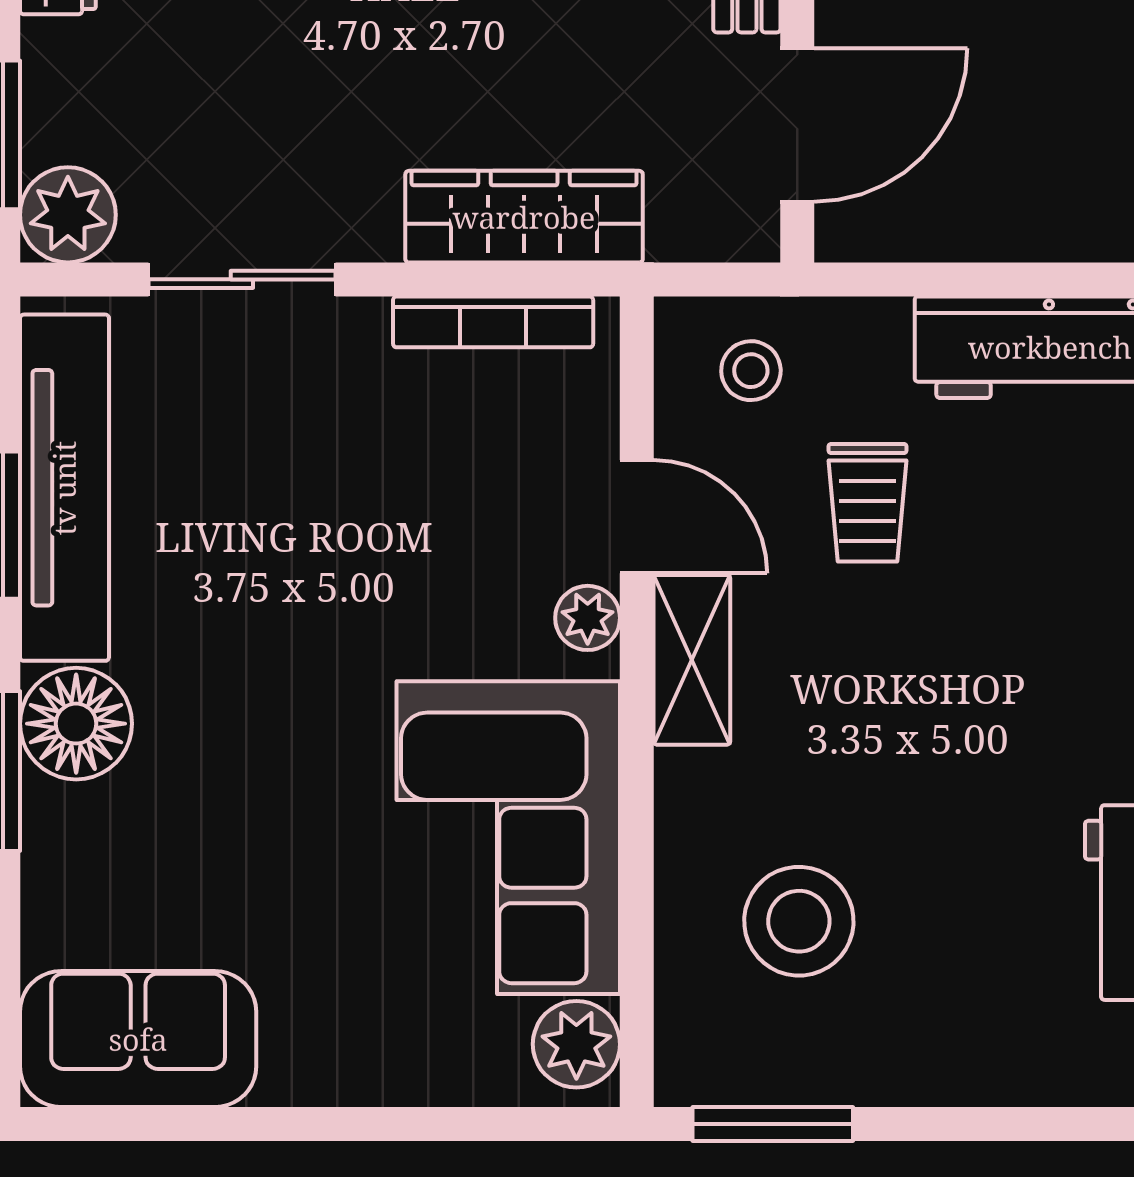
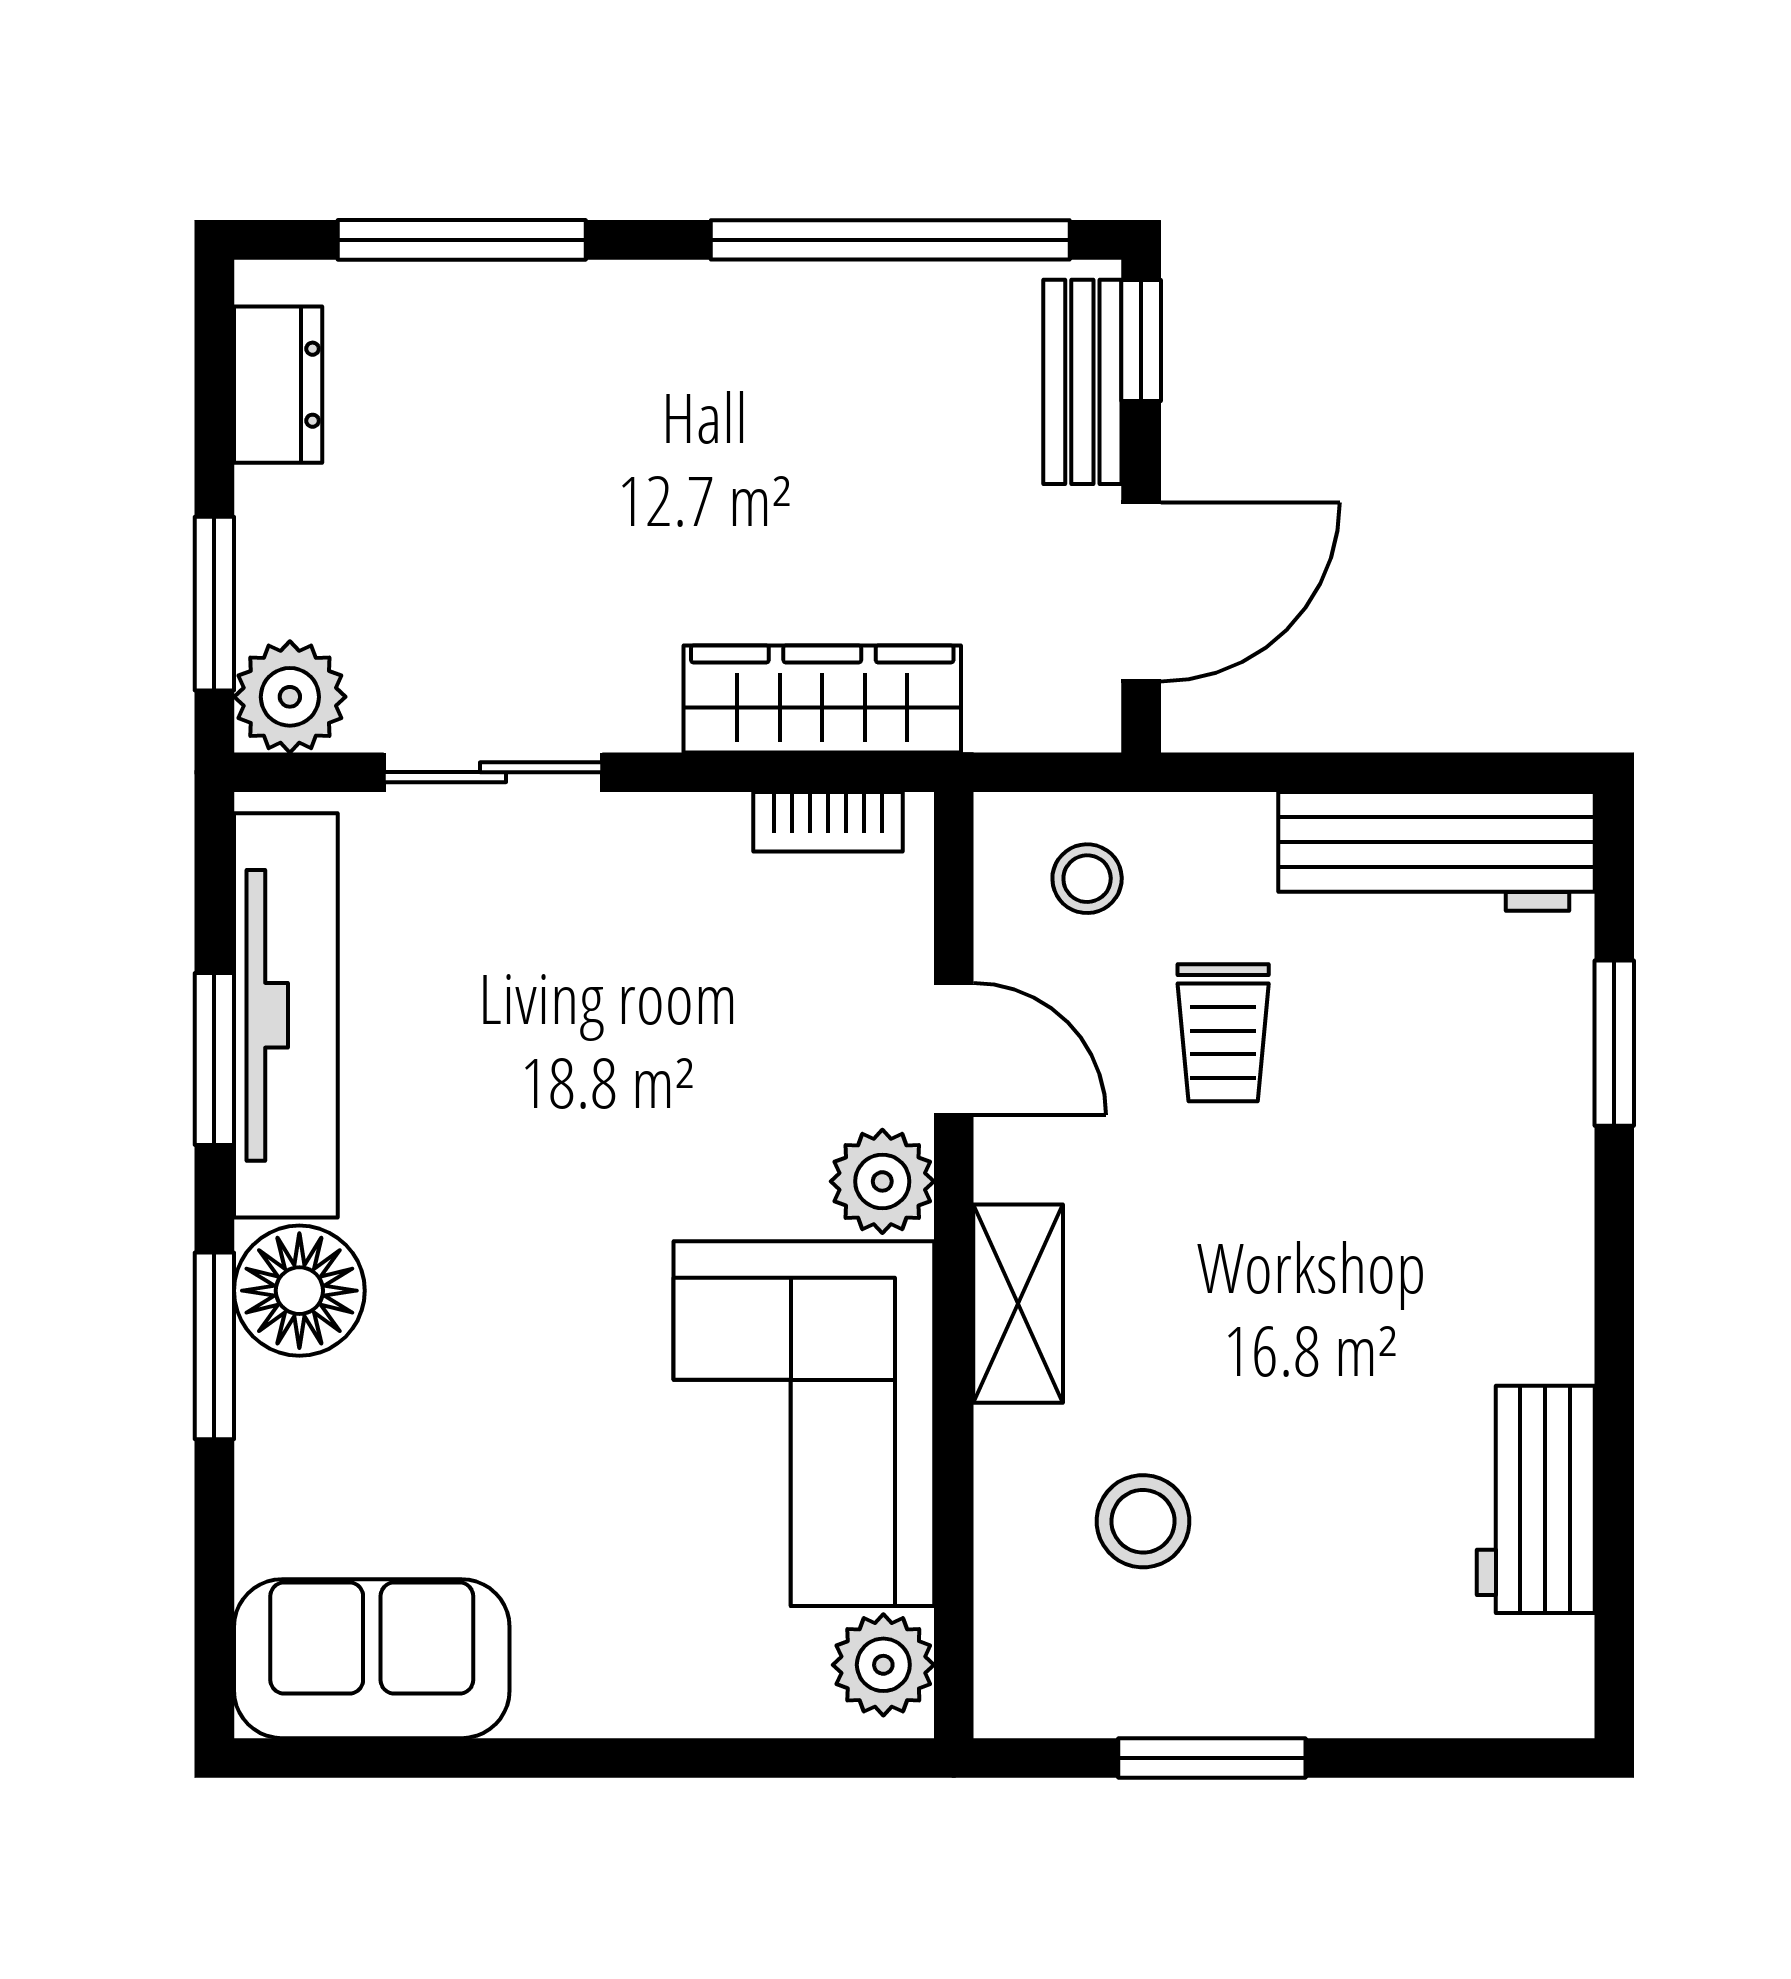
bookcase: (493, 322) -> (828, 822), width x0.64
plant: (588, 618) -> (882, 1181), width x1.38, depth x1.38
shelving: (692, 660) -> (1018, 1304), moved
stool: (799, 921) -> (1143, 1521), width x0.73, depth x0.73
window: (773, 1124) -> (1212, 1758), moved

